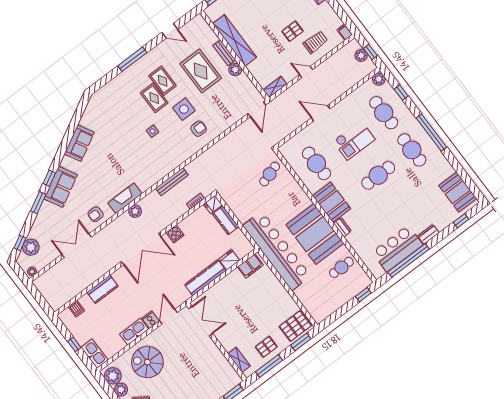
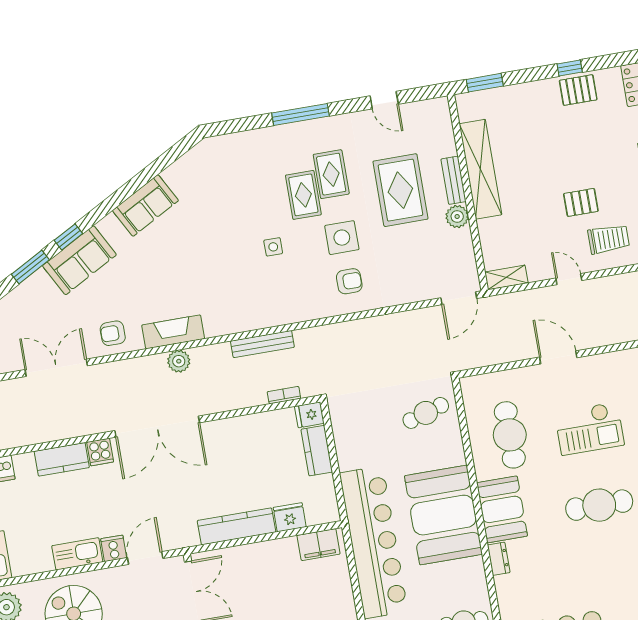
cooker: (175, 234) -> (100, 452), moved
booth: (315, 234) -> (443, 515), moved

